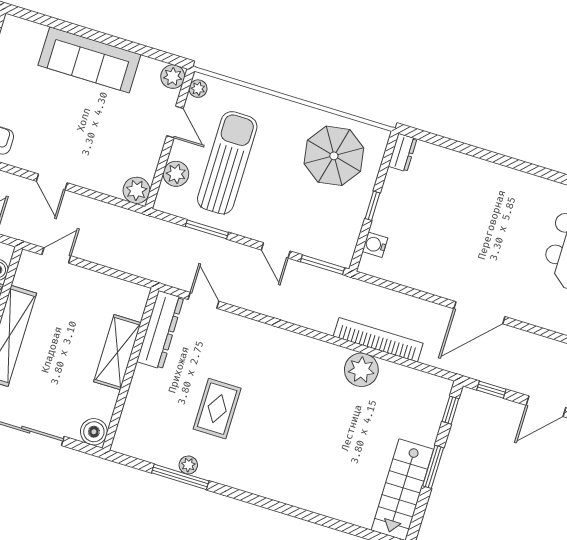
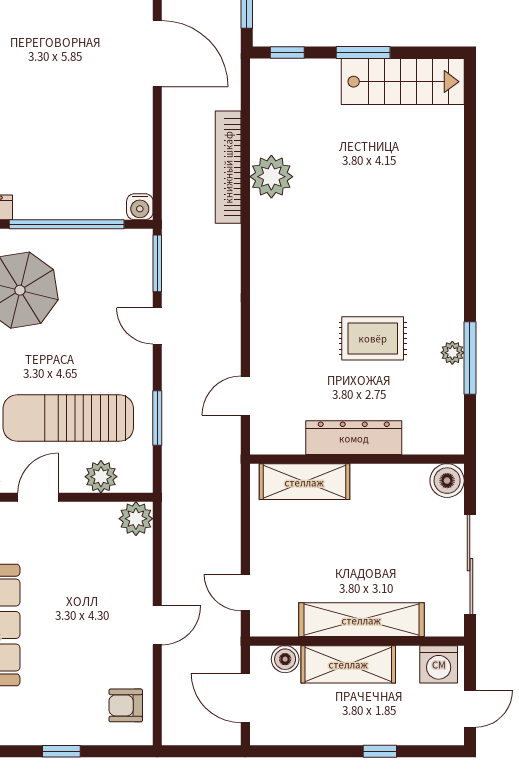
window: (373, 206) -> (67, 224), width x3.17
water cooler: (375, 245) -> (140, 207), moved
door: (276, 250) -> (157, 326), swing flipped
dresser: (160, 330) -> (354, 438), moved
shelving: (117, 352) -> (304, 482), moved

